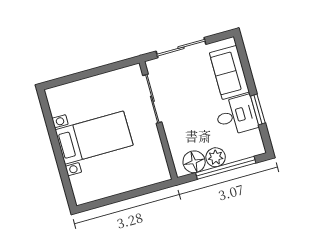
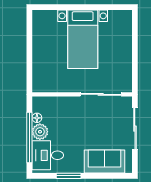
desk: (236, 116) -> (48, 155), moved, turned 90
floor lamp: (194, 162) -> (37, 118), width x0.53, depth x0.53

